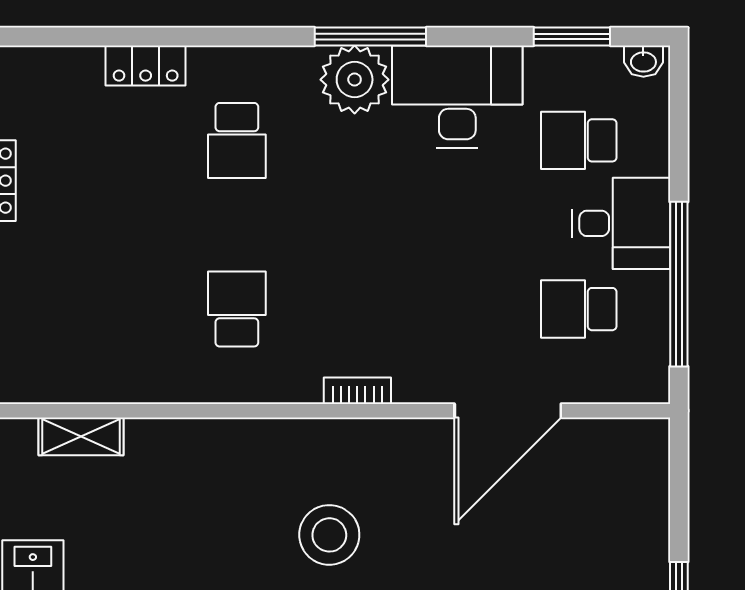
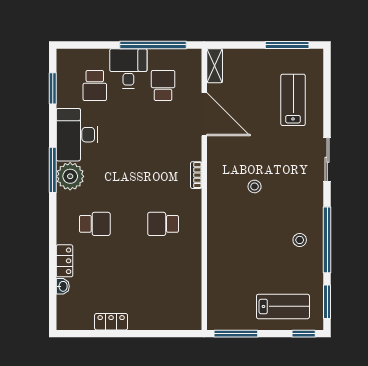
washbasin: (643, 61) -> (63, 286), moved
school desk: (579, 309) -> (163, 86), turned 180
shelving: (81, 436) -> (215, 66), moved
stool: (329, 535) -> (255, 186), width x0.53, depth x0.53

